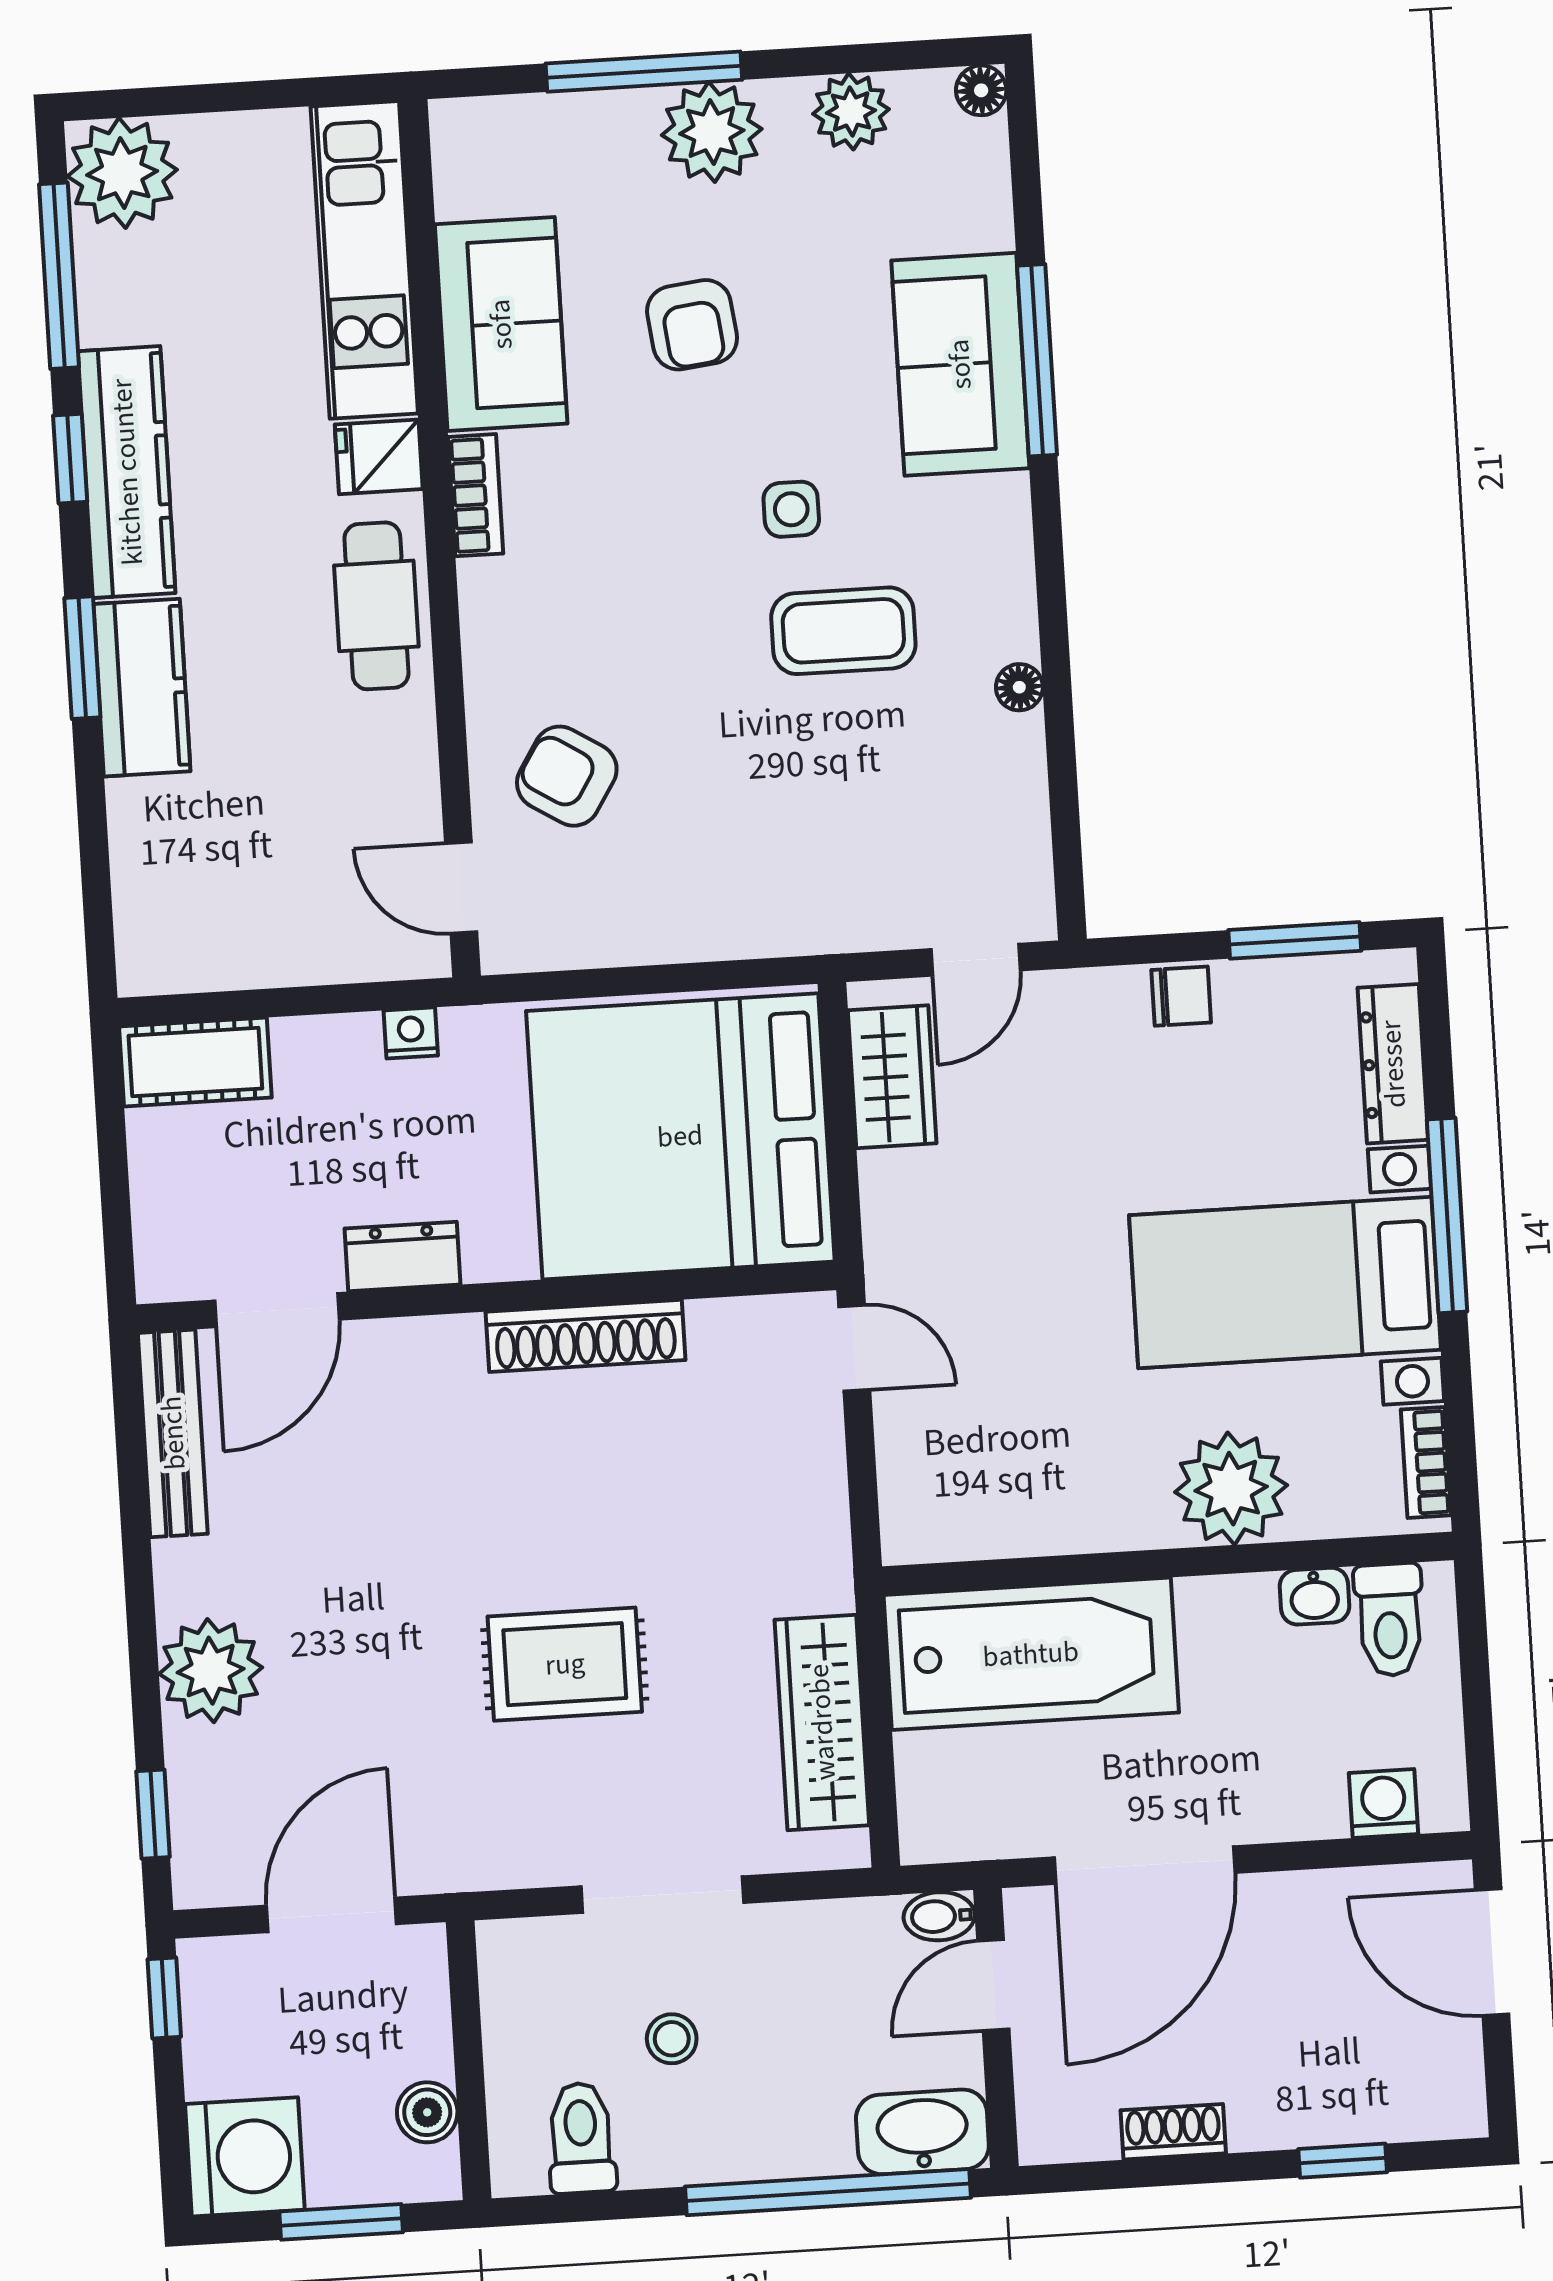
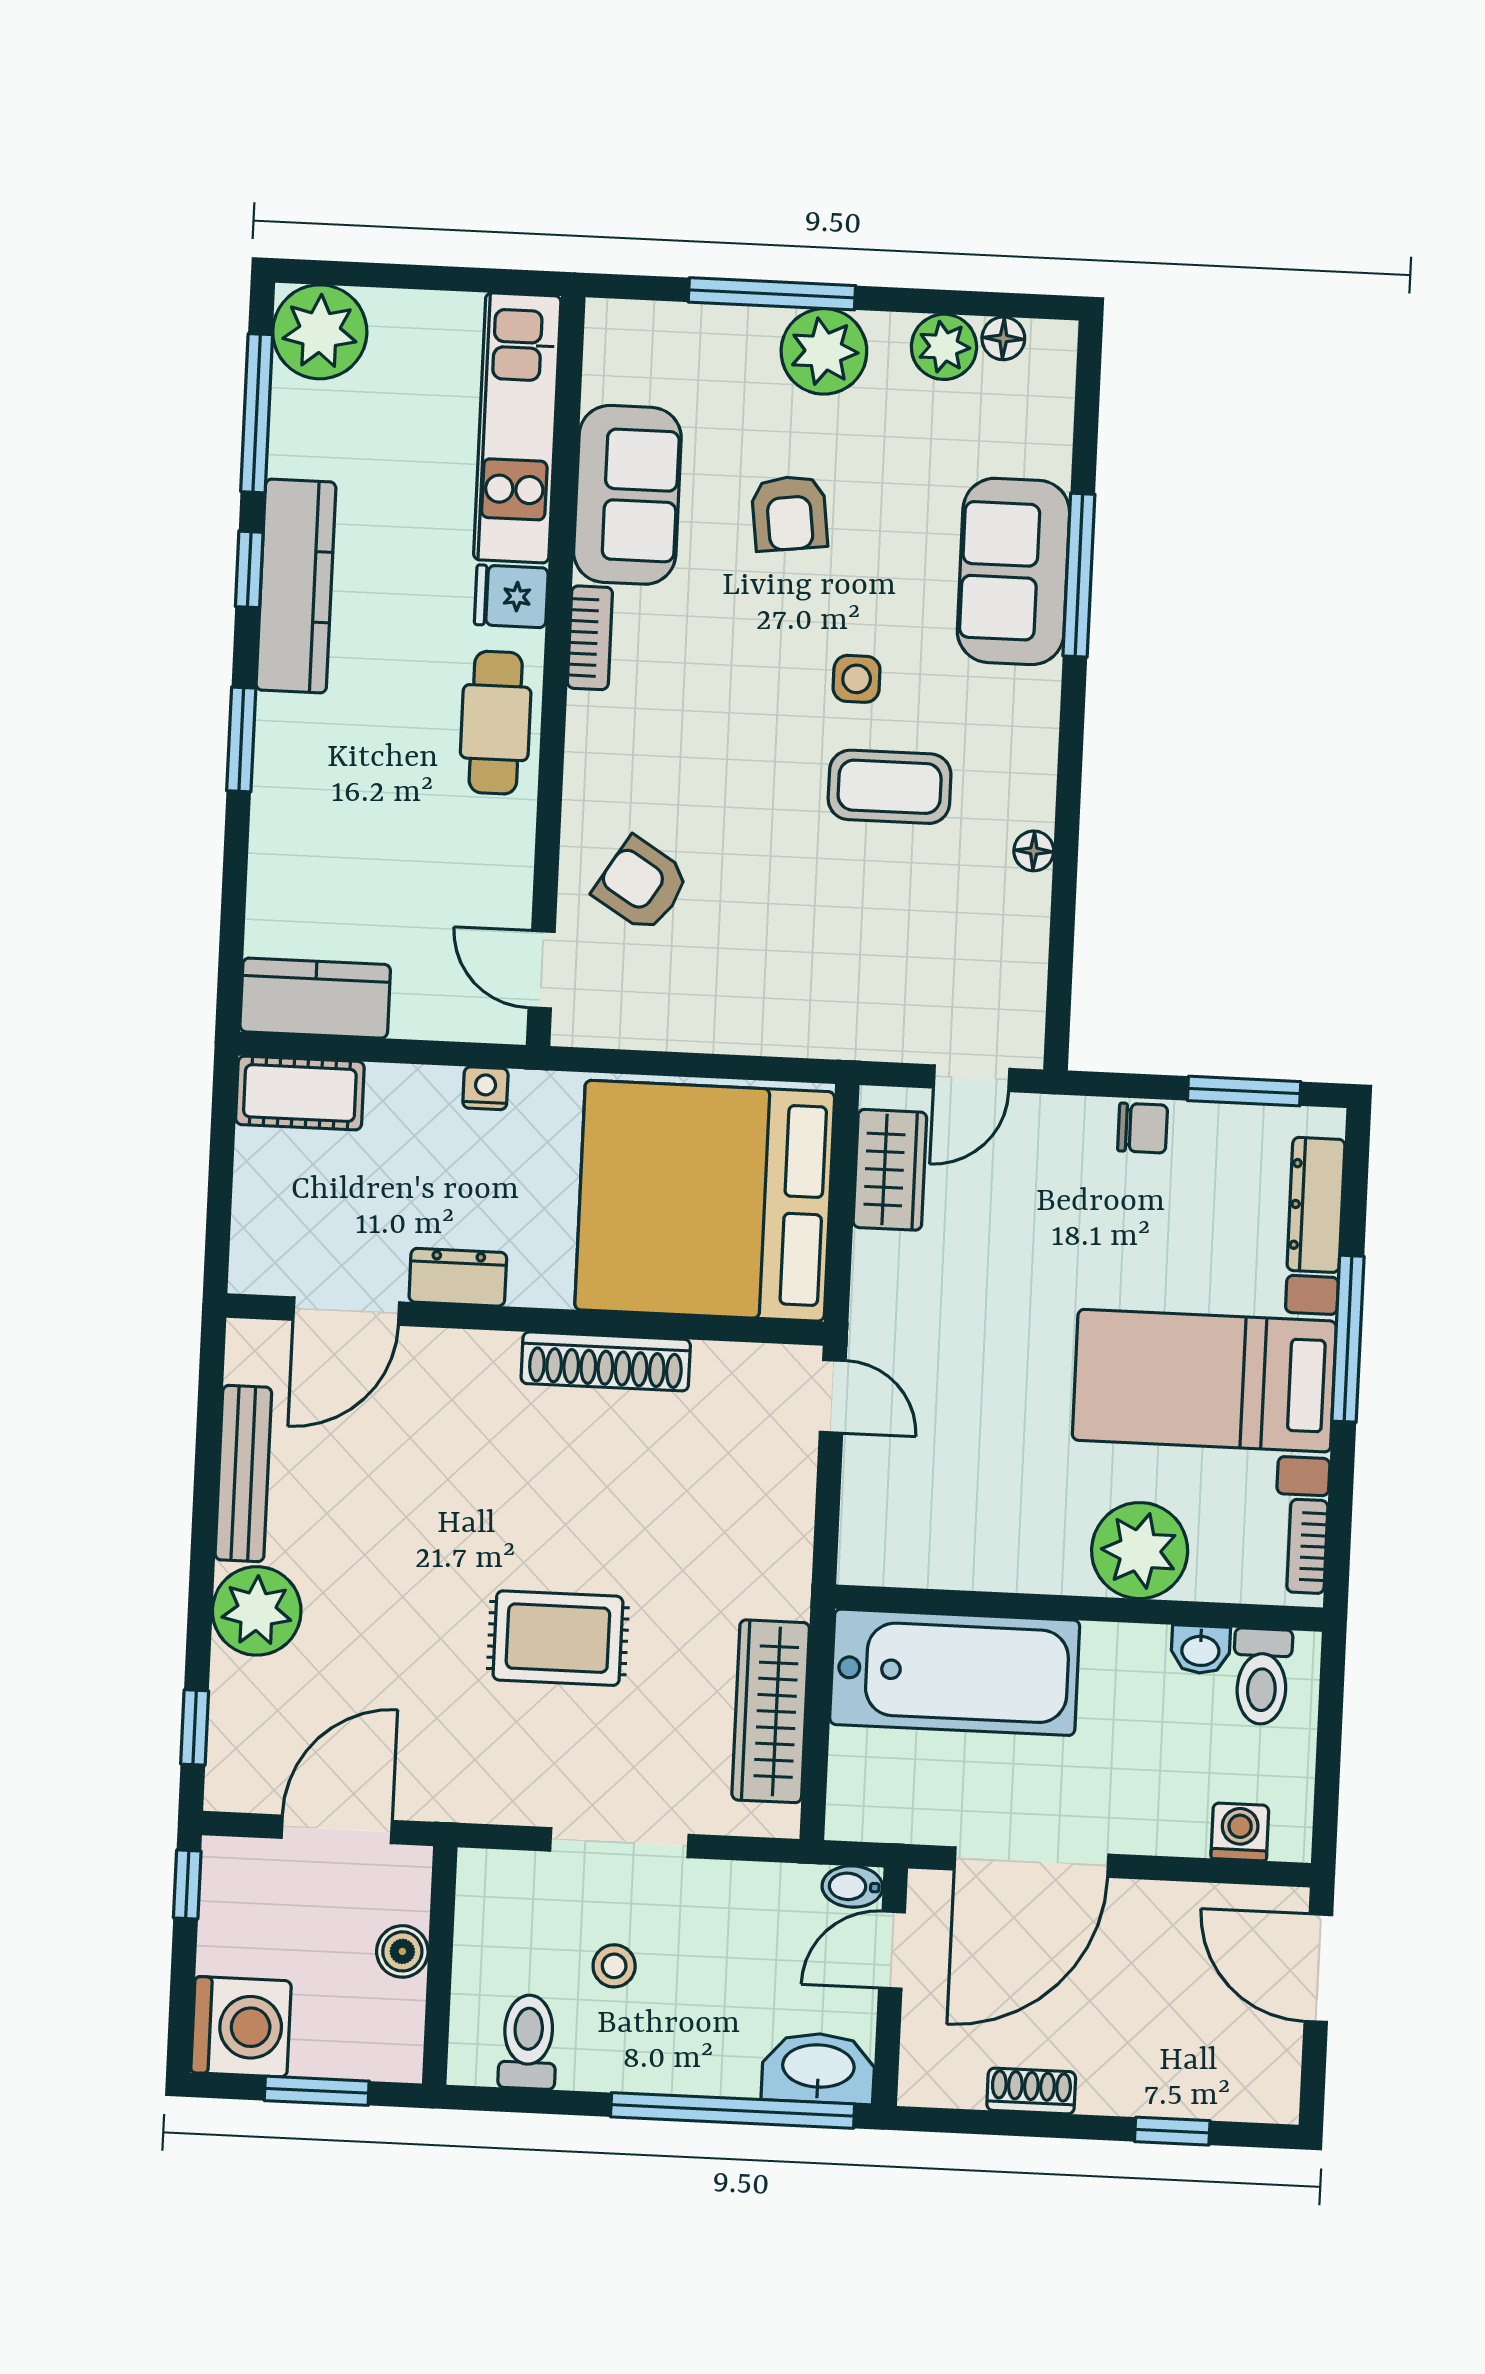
floor lamp: (981, 90) -> (1003, 338), moved
kitchen counter: (142, 688) -> (315, 998), moved, turned -90
bench: (173, 1433) -> (243, 1474), moved
boiler: (427, 2112) -> (402, 1951), moved

